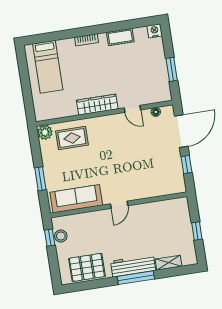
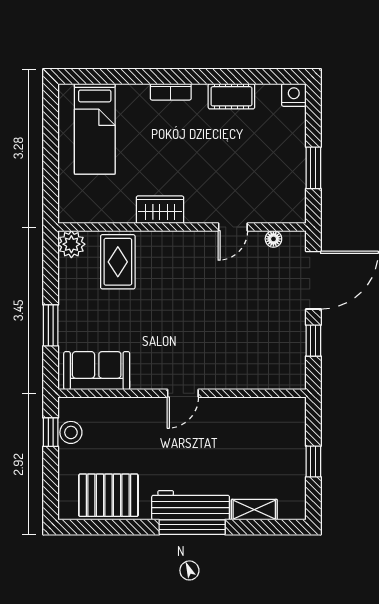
wardrobe: (97, 105) -> (160, 210), width x0.67
door: (132, 109) -> (233, 227), hinge flipped
rug: (72, 138) -> (118, 262), turned 90
sofa: (76, 199) -> (97, 371), width x0.73

